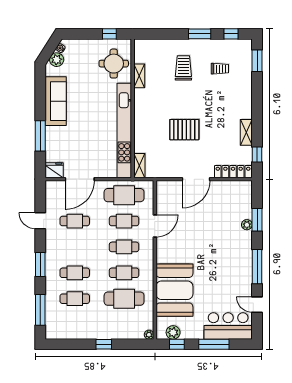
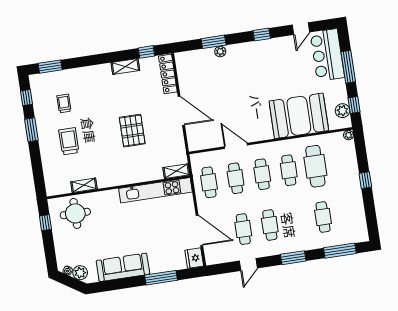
trolley: (183, 68) -> (69, 141), turned 90
kitchen unit: (124, 131) -> (156, 190), width x0.73
cafe table: (124, 195) -> (209, 182), width x0.73, depth x0.74
window: (257, 267) -> (262, 35), width x0.46
cafe table: (75, 273) -> (270, 225), moved

